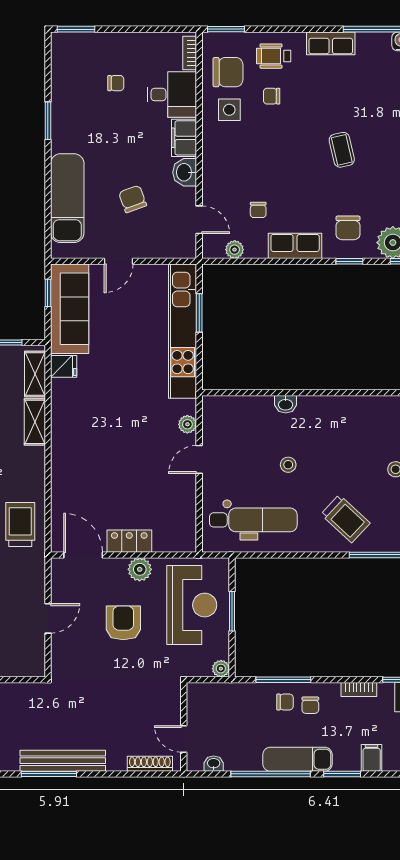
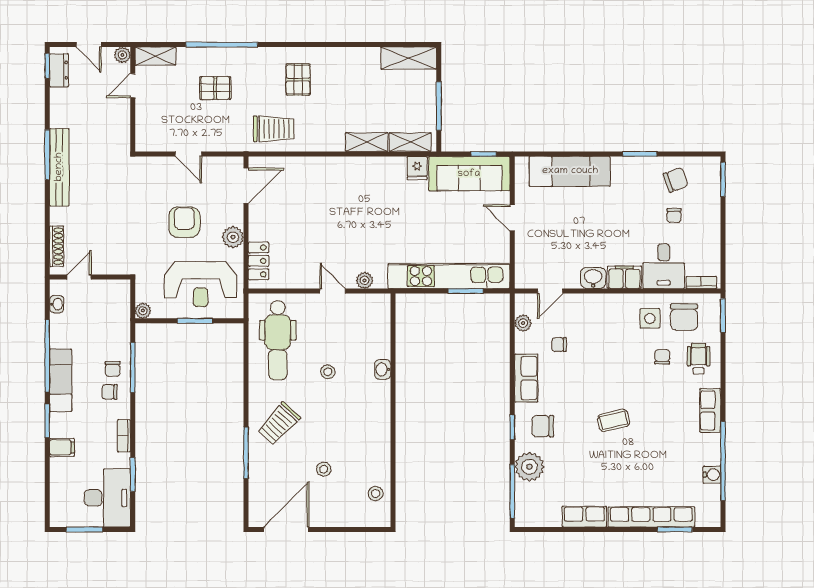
chair: (133, 199) -> (676, 180), moved
locker: (129, 541) -> (259, 261), moved
armchair: (123, 623) -> (184, 222), turned -90

